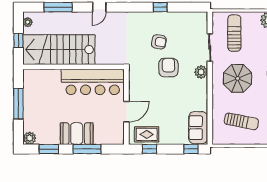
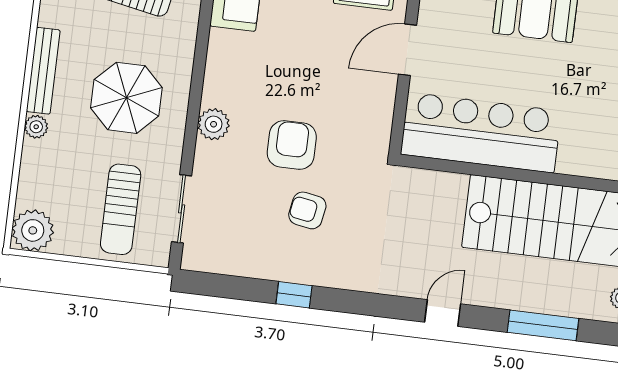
sliding door: (210, 47) -> (182, 209), moved
armchair: (168, 68) -> (292, 145), turned 180

